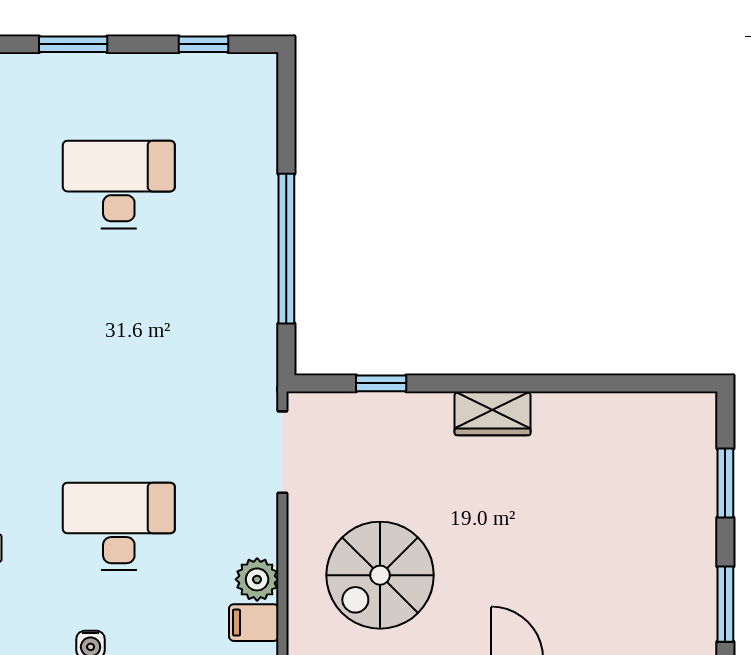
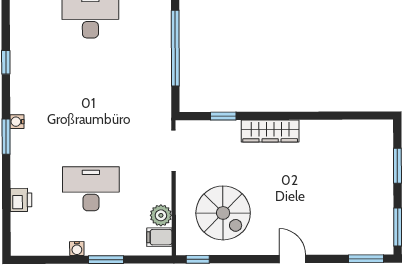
wardrobe: (493, 413) -> (270, 131), width x1.50
spiral stairs: (380, 575) -> (223, 213), turned -90

